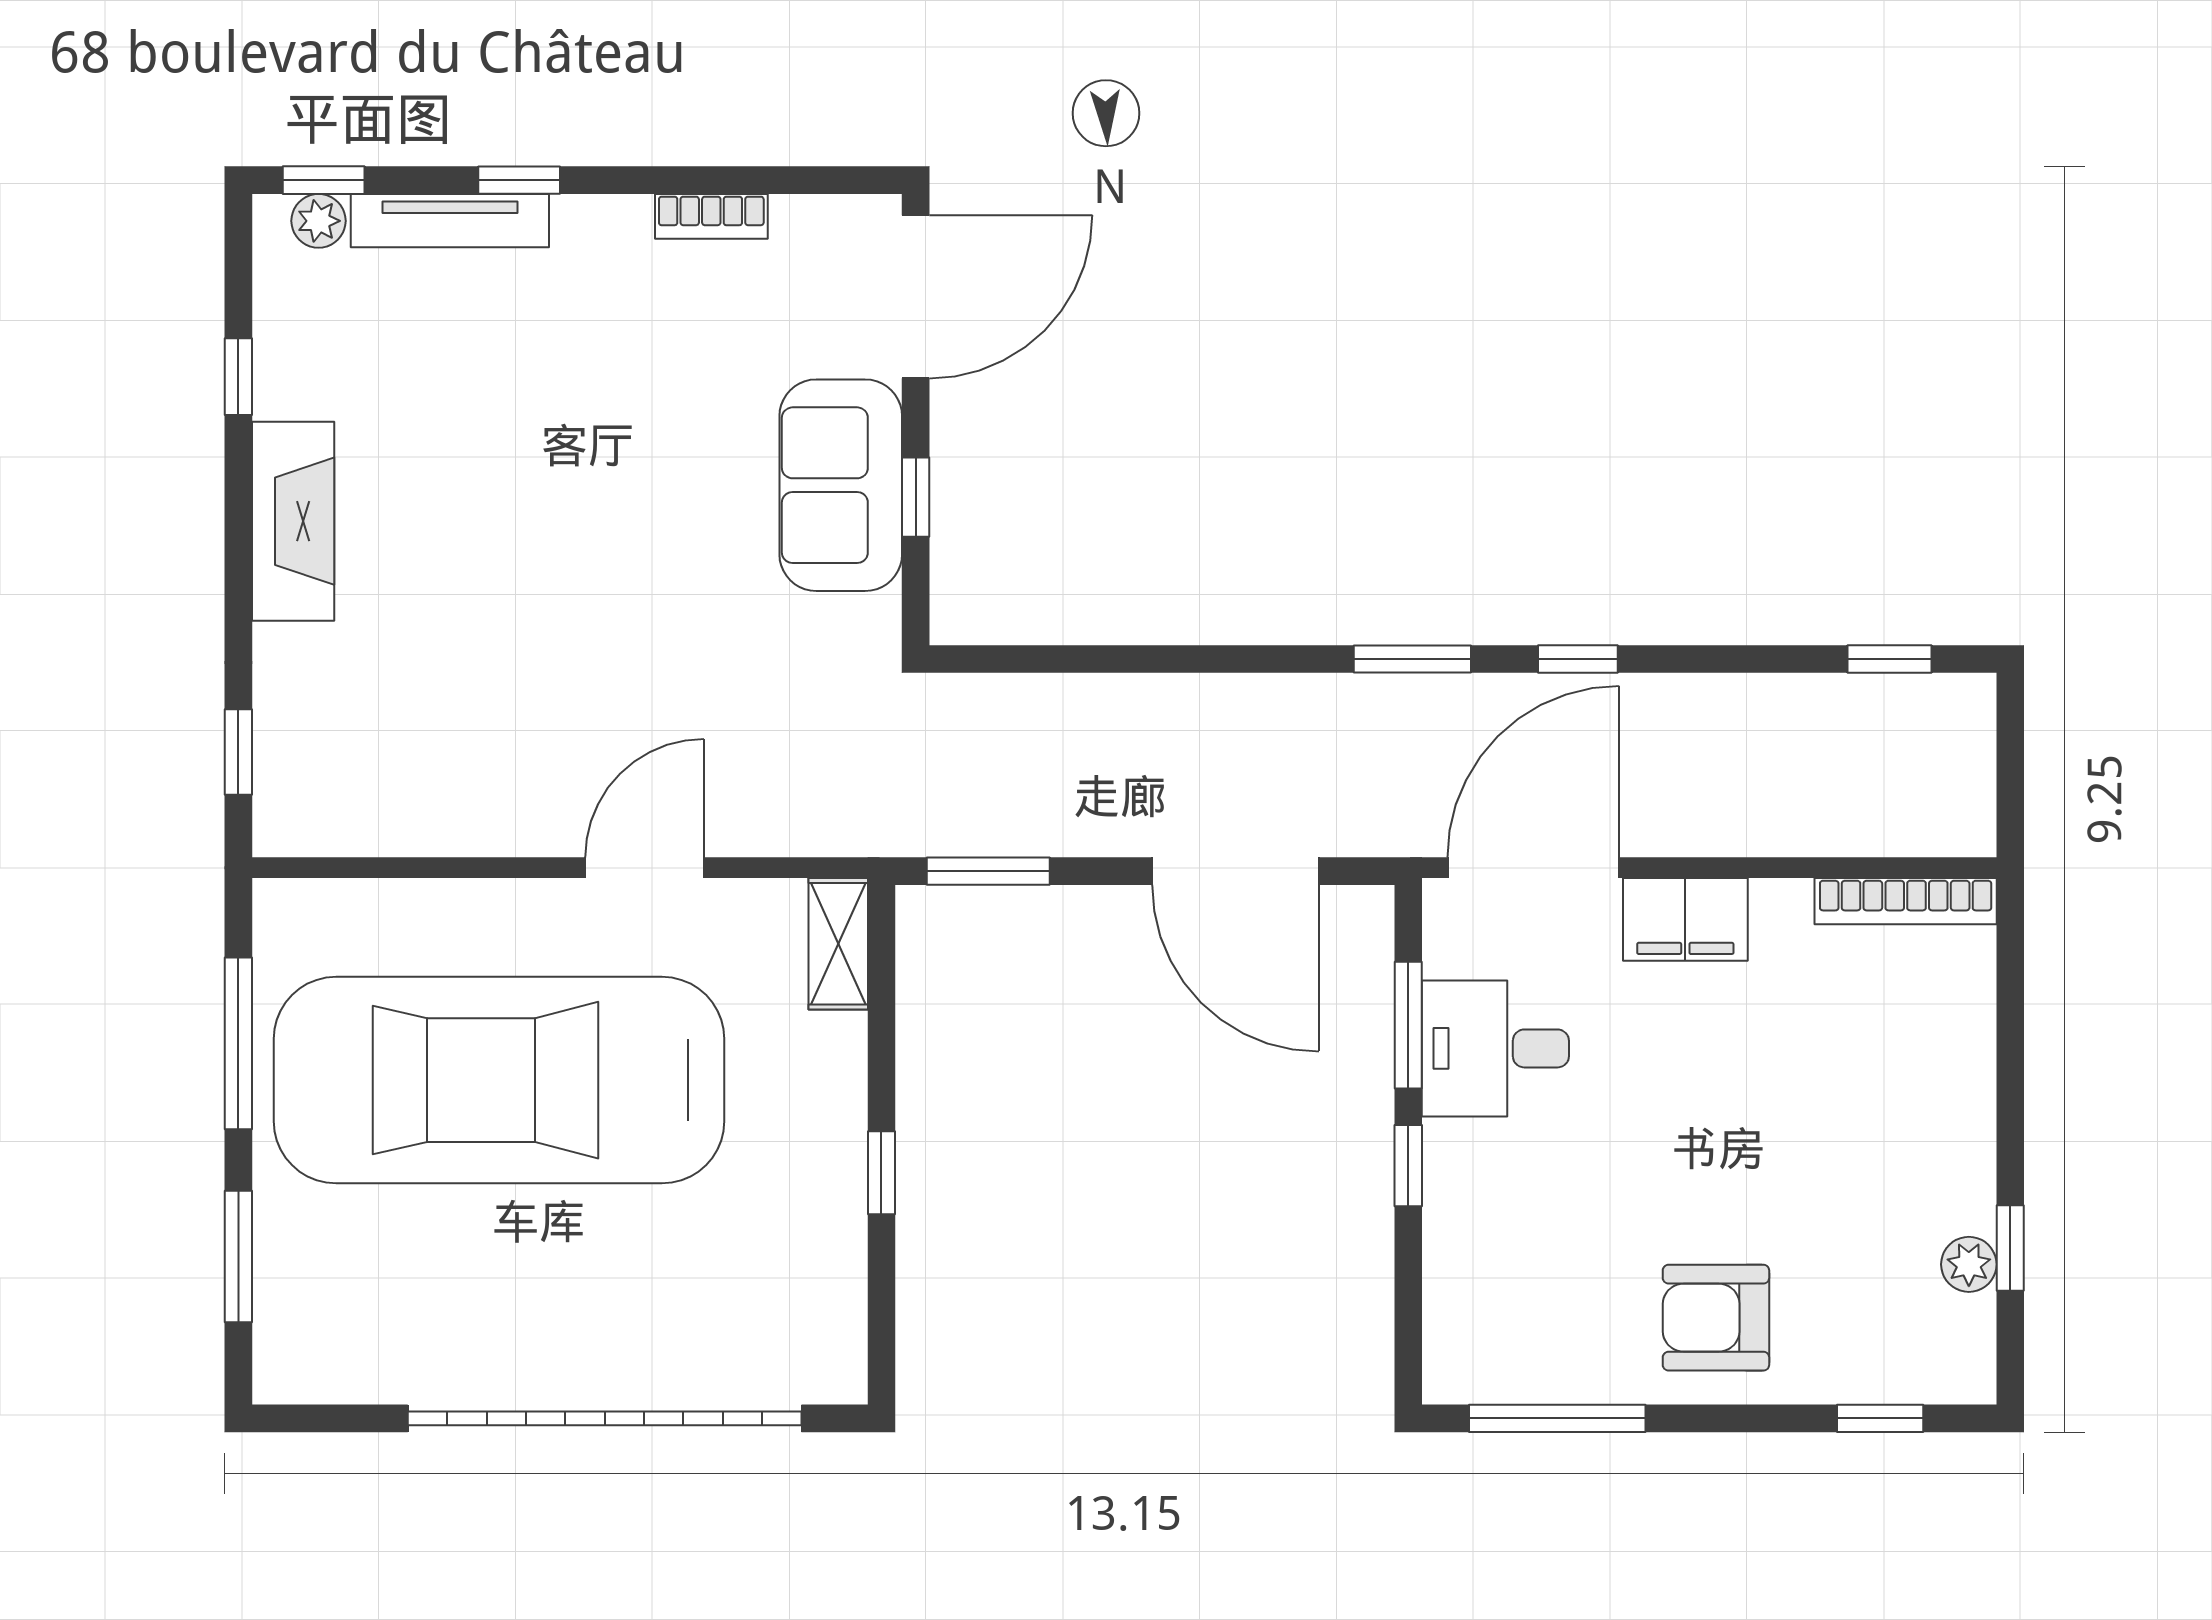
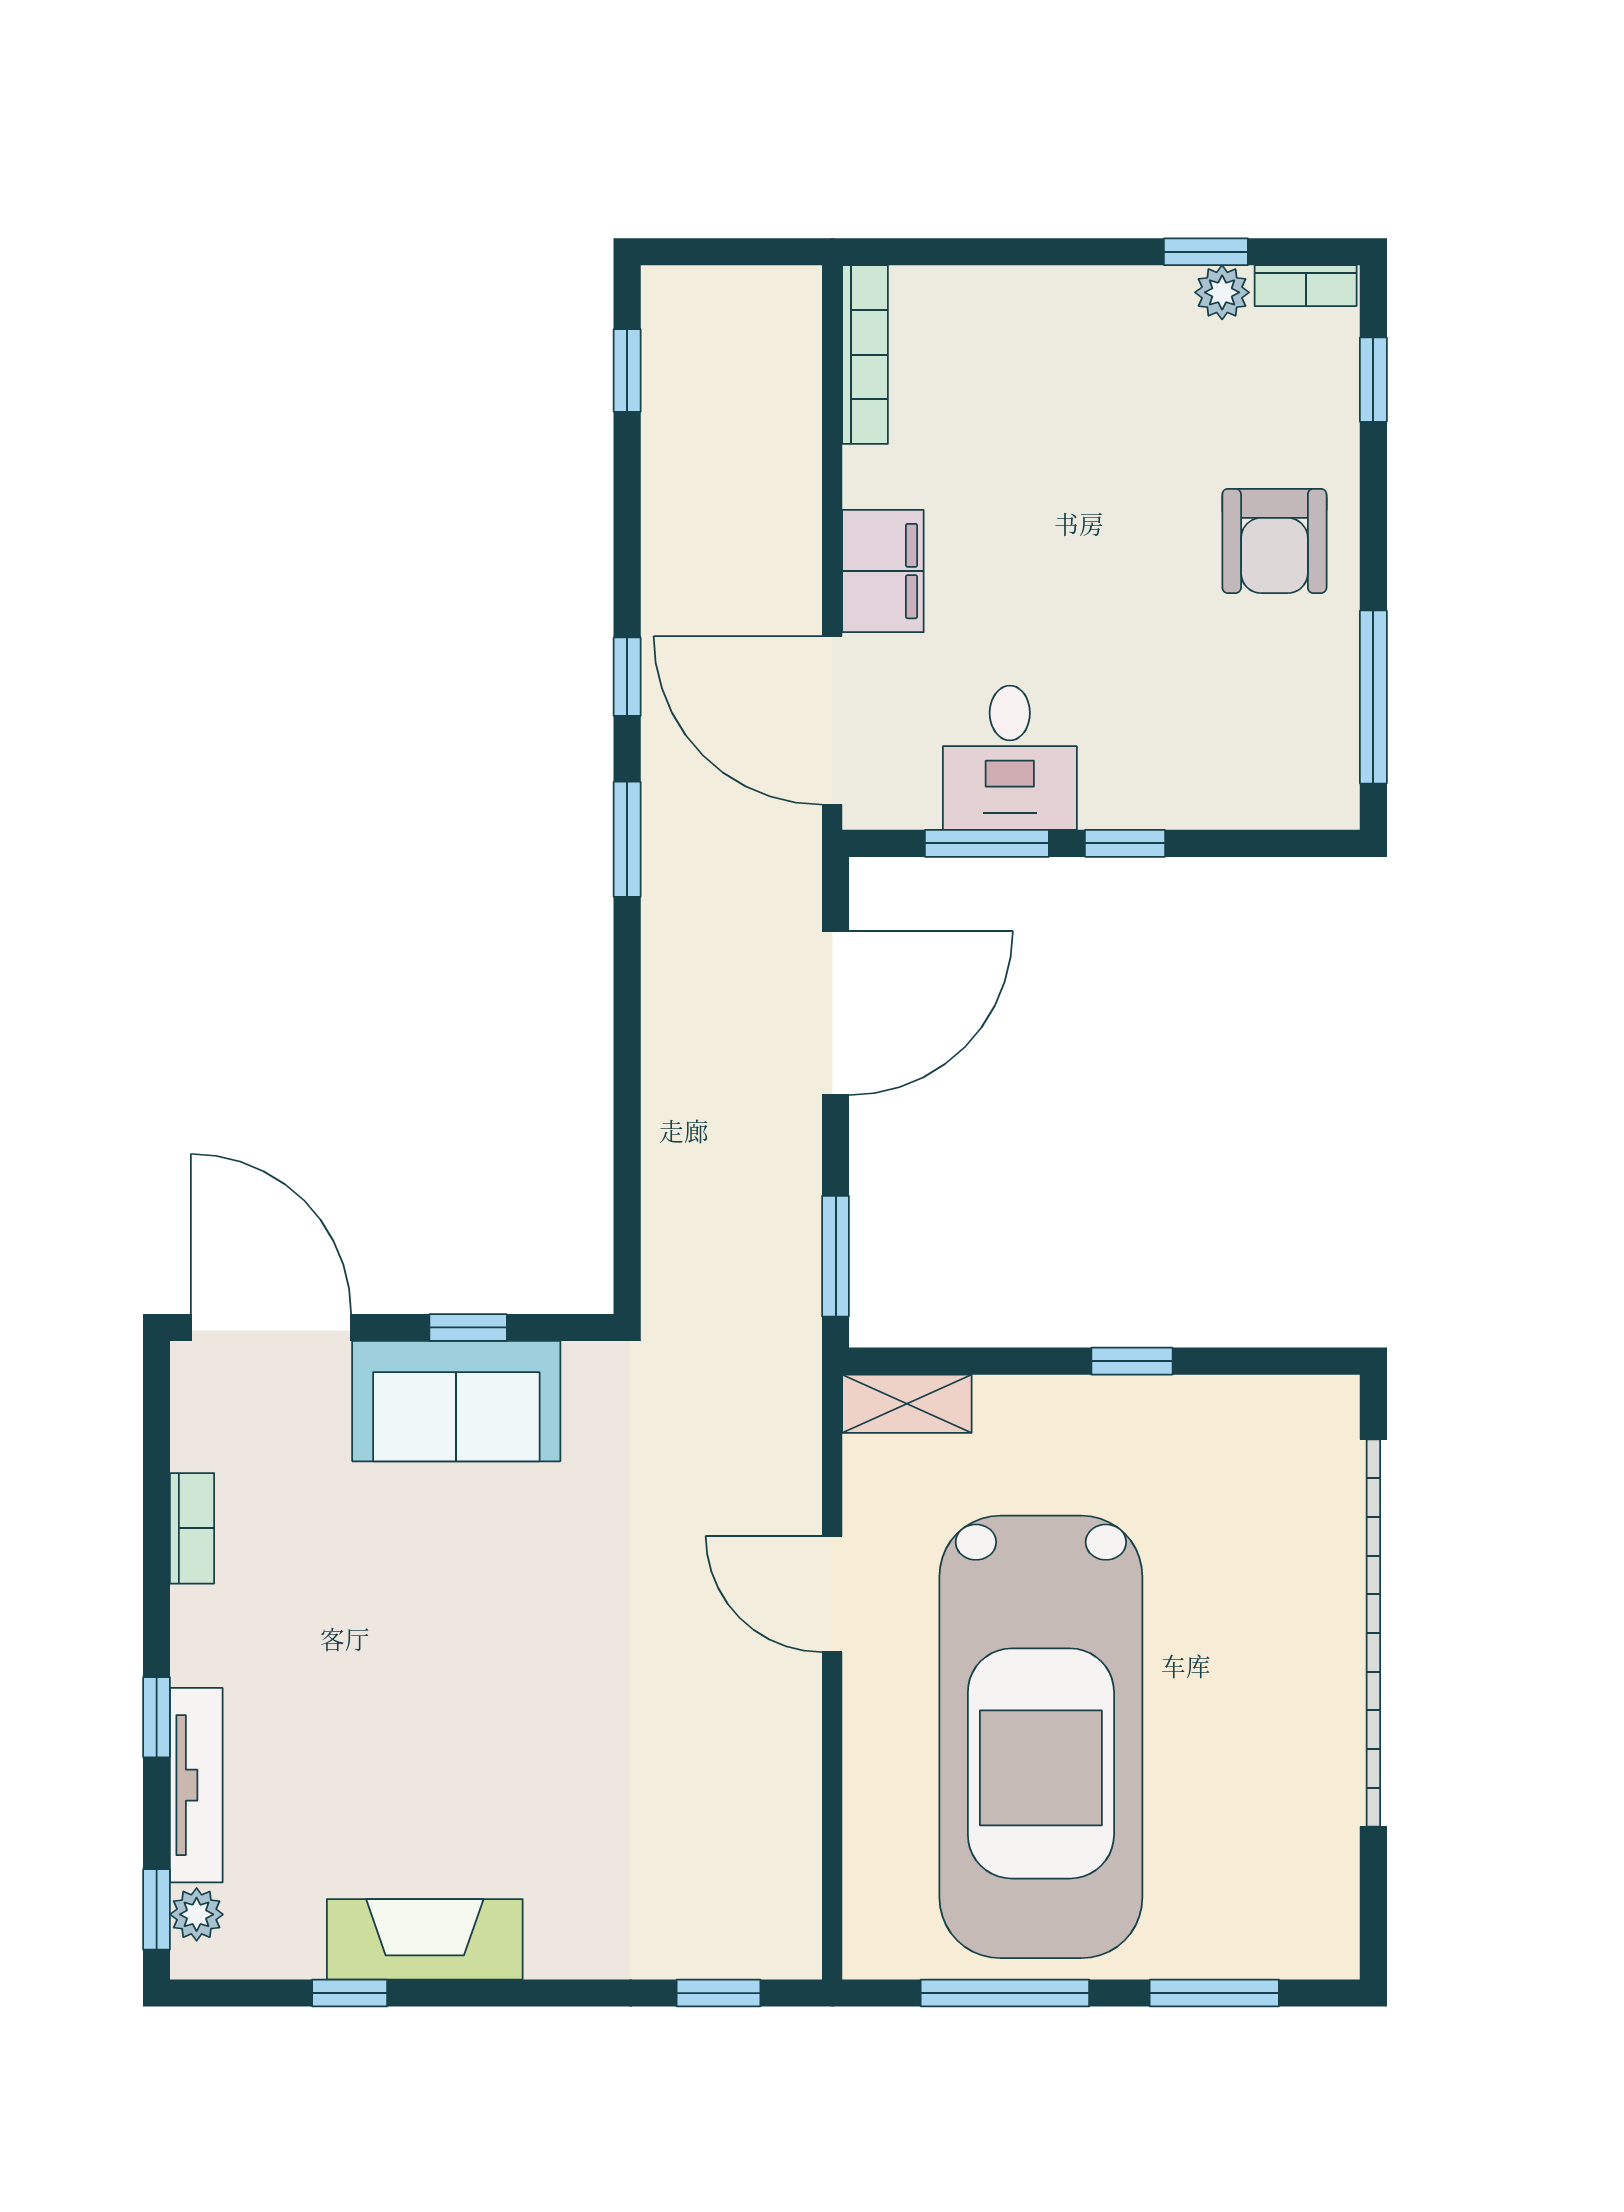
fireplace: (293, 521) -> (425, 1939), moved
bookcase: (1976, 1349) -> (1306, 286), added

